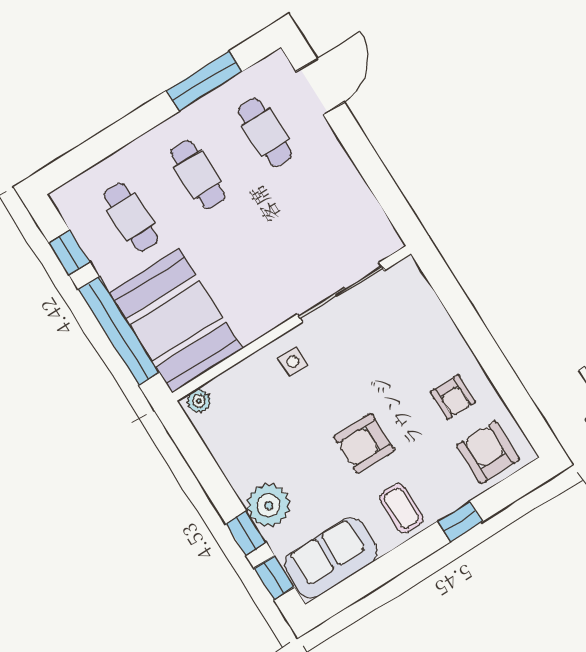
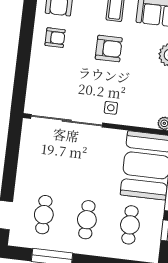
sliding door: (341, 292) -> (67, 121), width x1.36
armchair: (453, 397) -> (55, 38), turned 90

